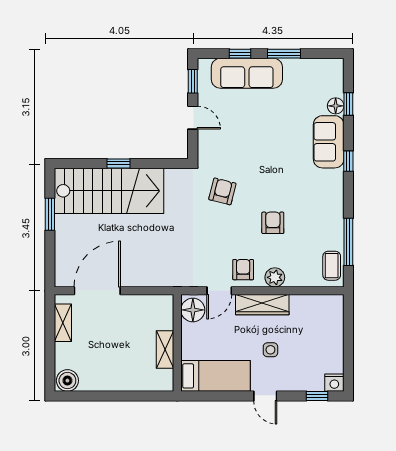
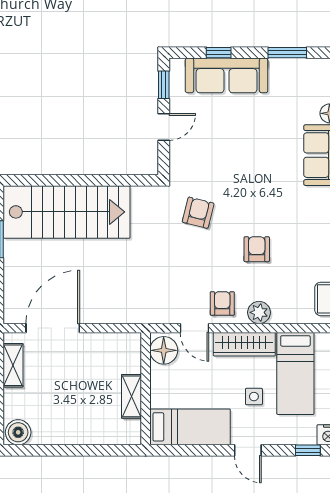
window: (284, 54) -> (287, 53), moved
door: (193, 118) -> (164, 127), hinge flipped
window: (118, 163) -> (77, 180), removed
door: (219, 291) -> (194, 328), hinge flipped
bed: (306, 330) -> (295, 373), added

